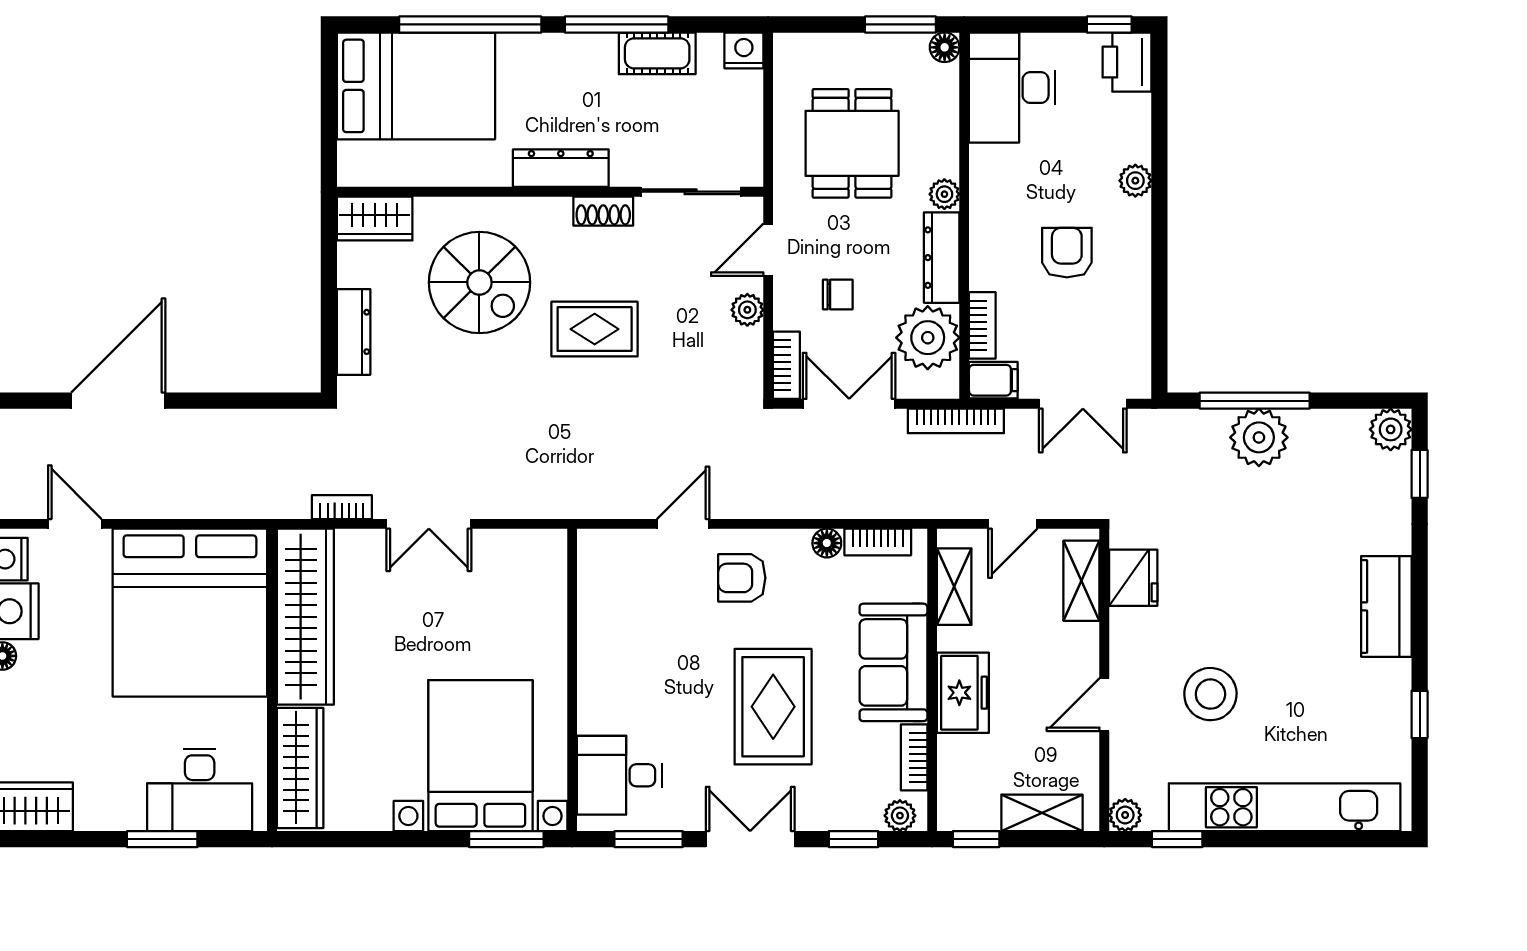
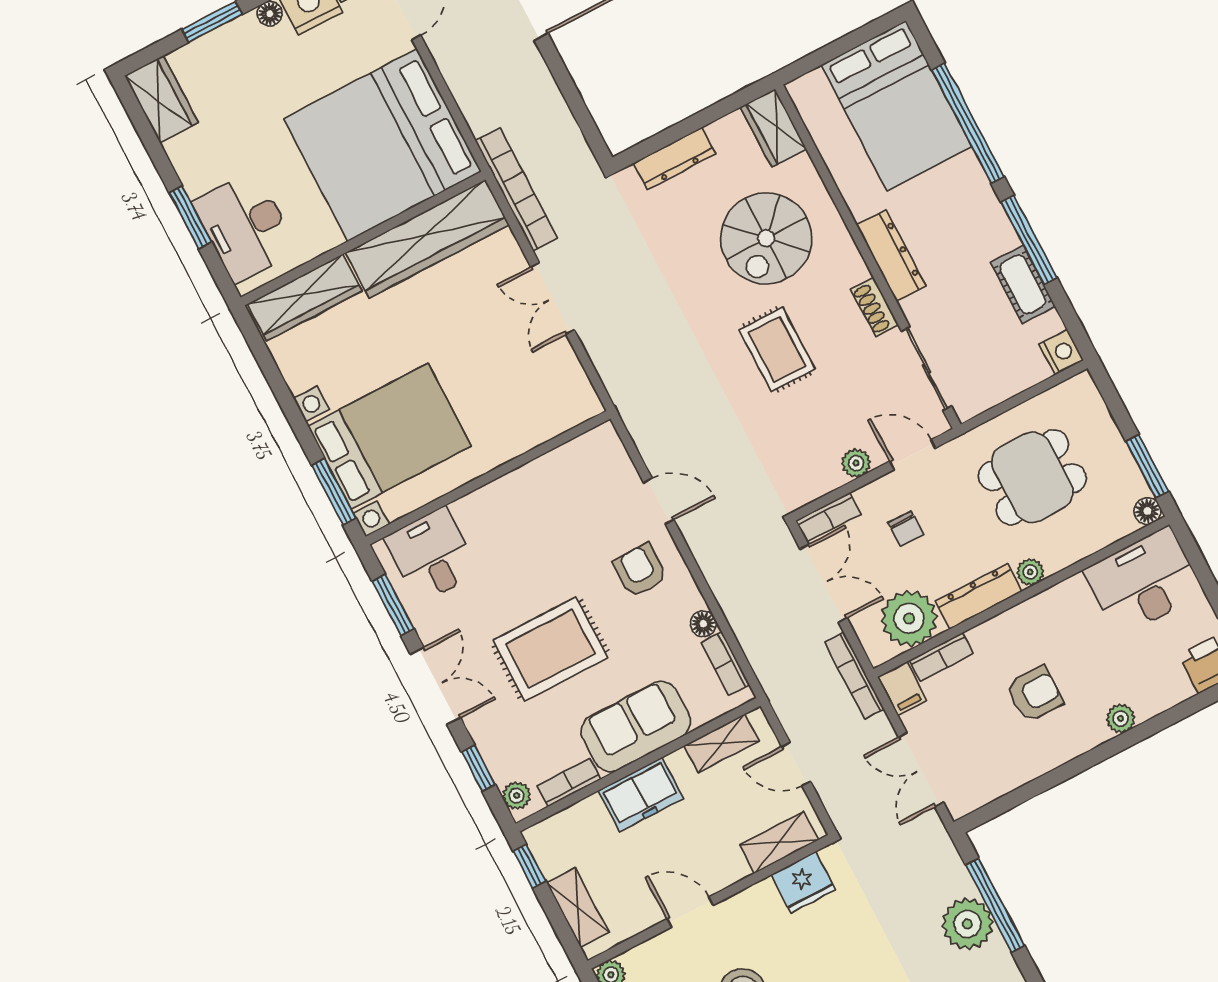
bookcase: (342, 507) -> (516, 189), width x2.31, depth x1.31

